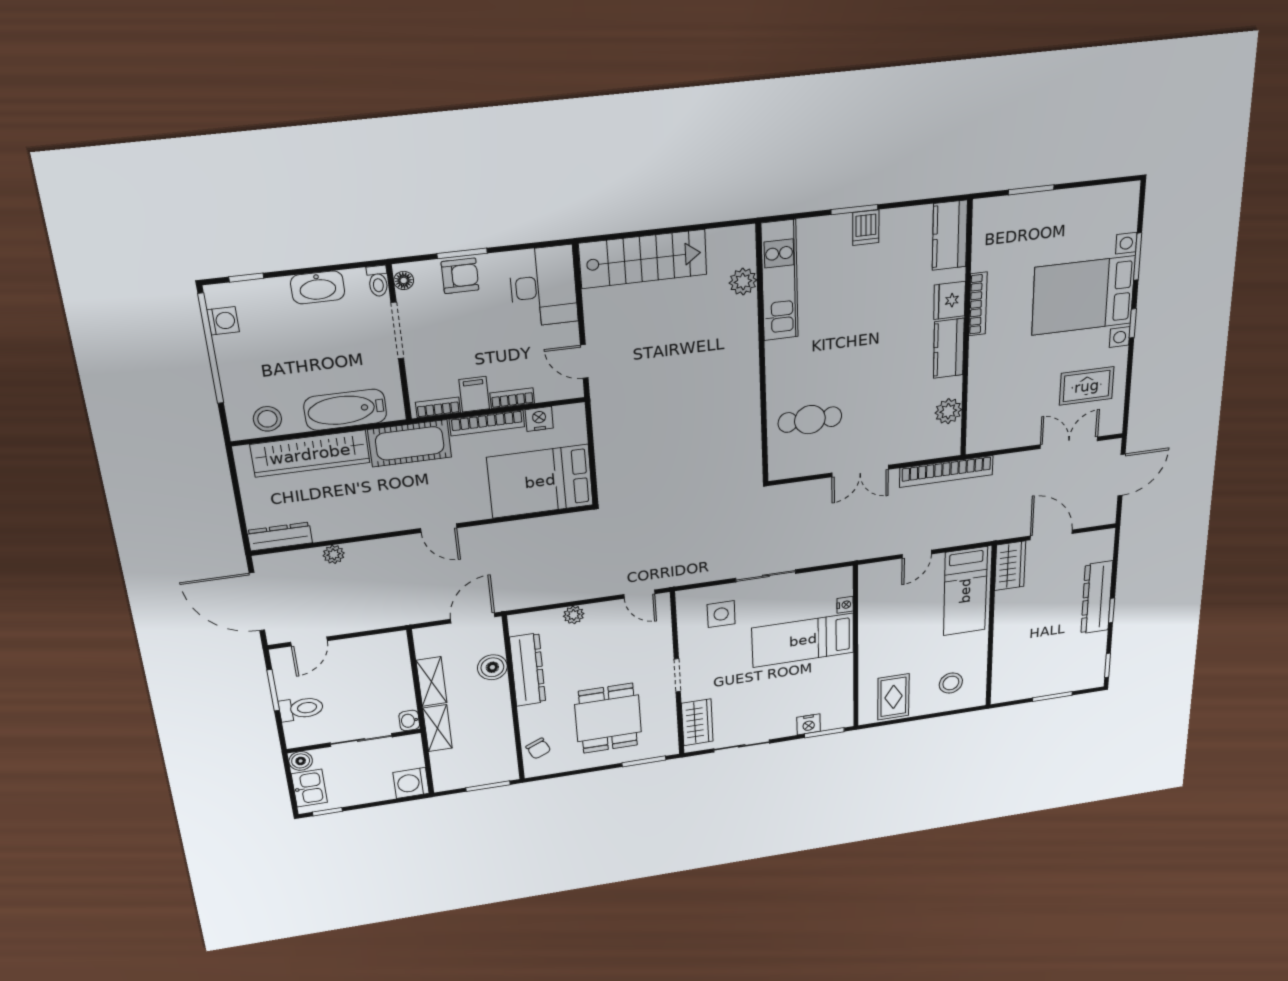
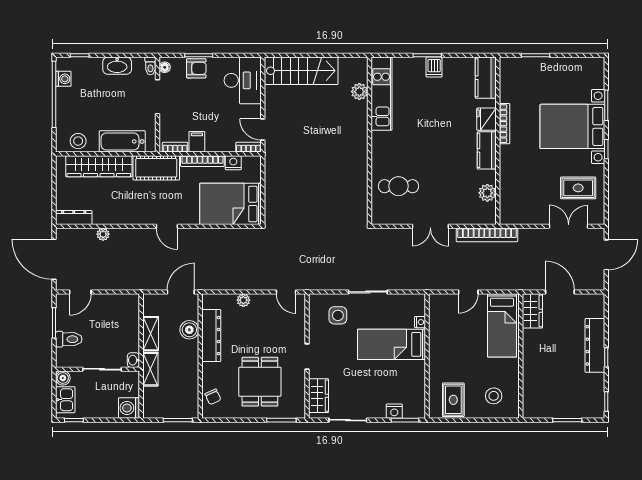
bookcase: (512, 398) -> (248, 147), moved

